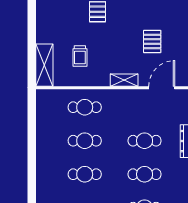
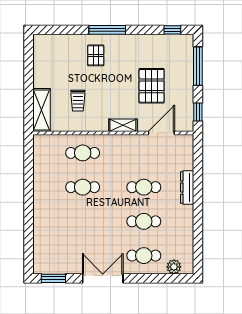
pallet: (152, 41) -> (152, 86), width x1.50, depth x1.42
cafe table: (85, 174) -> (83, 221), removed

